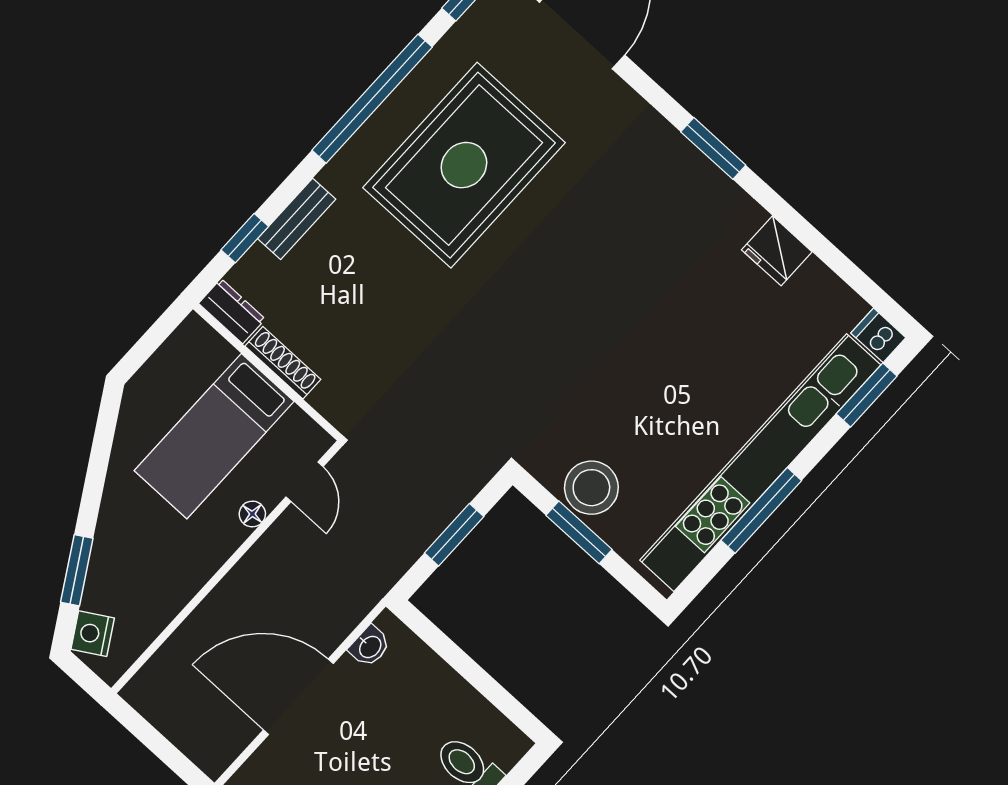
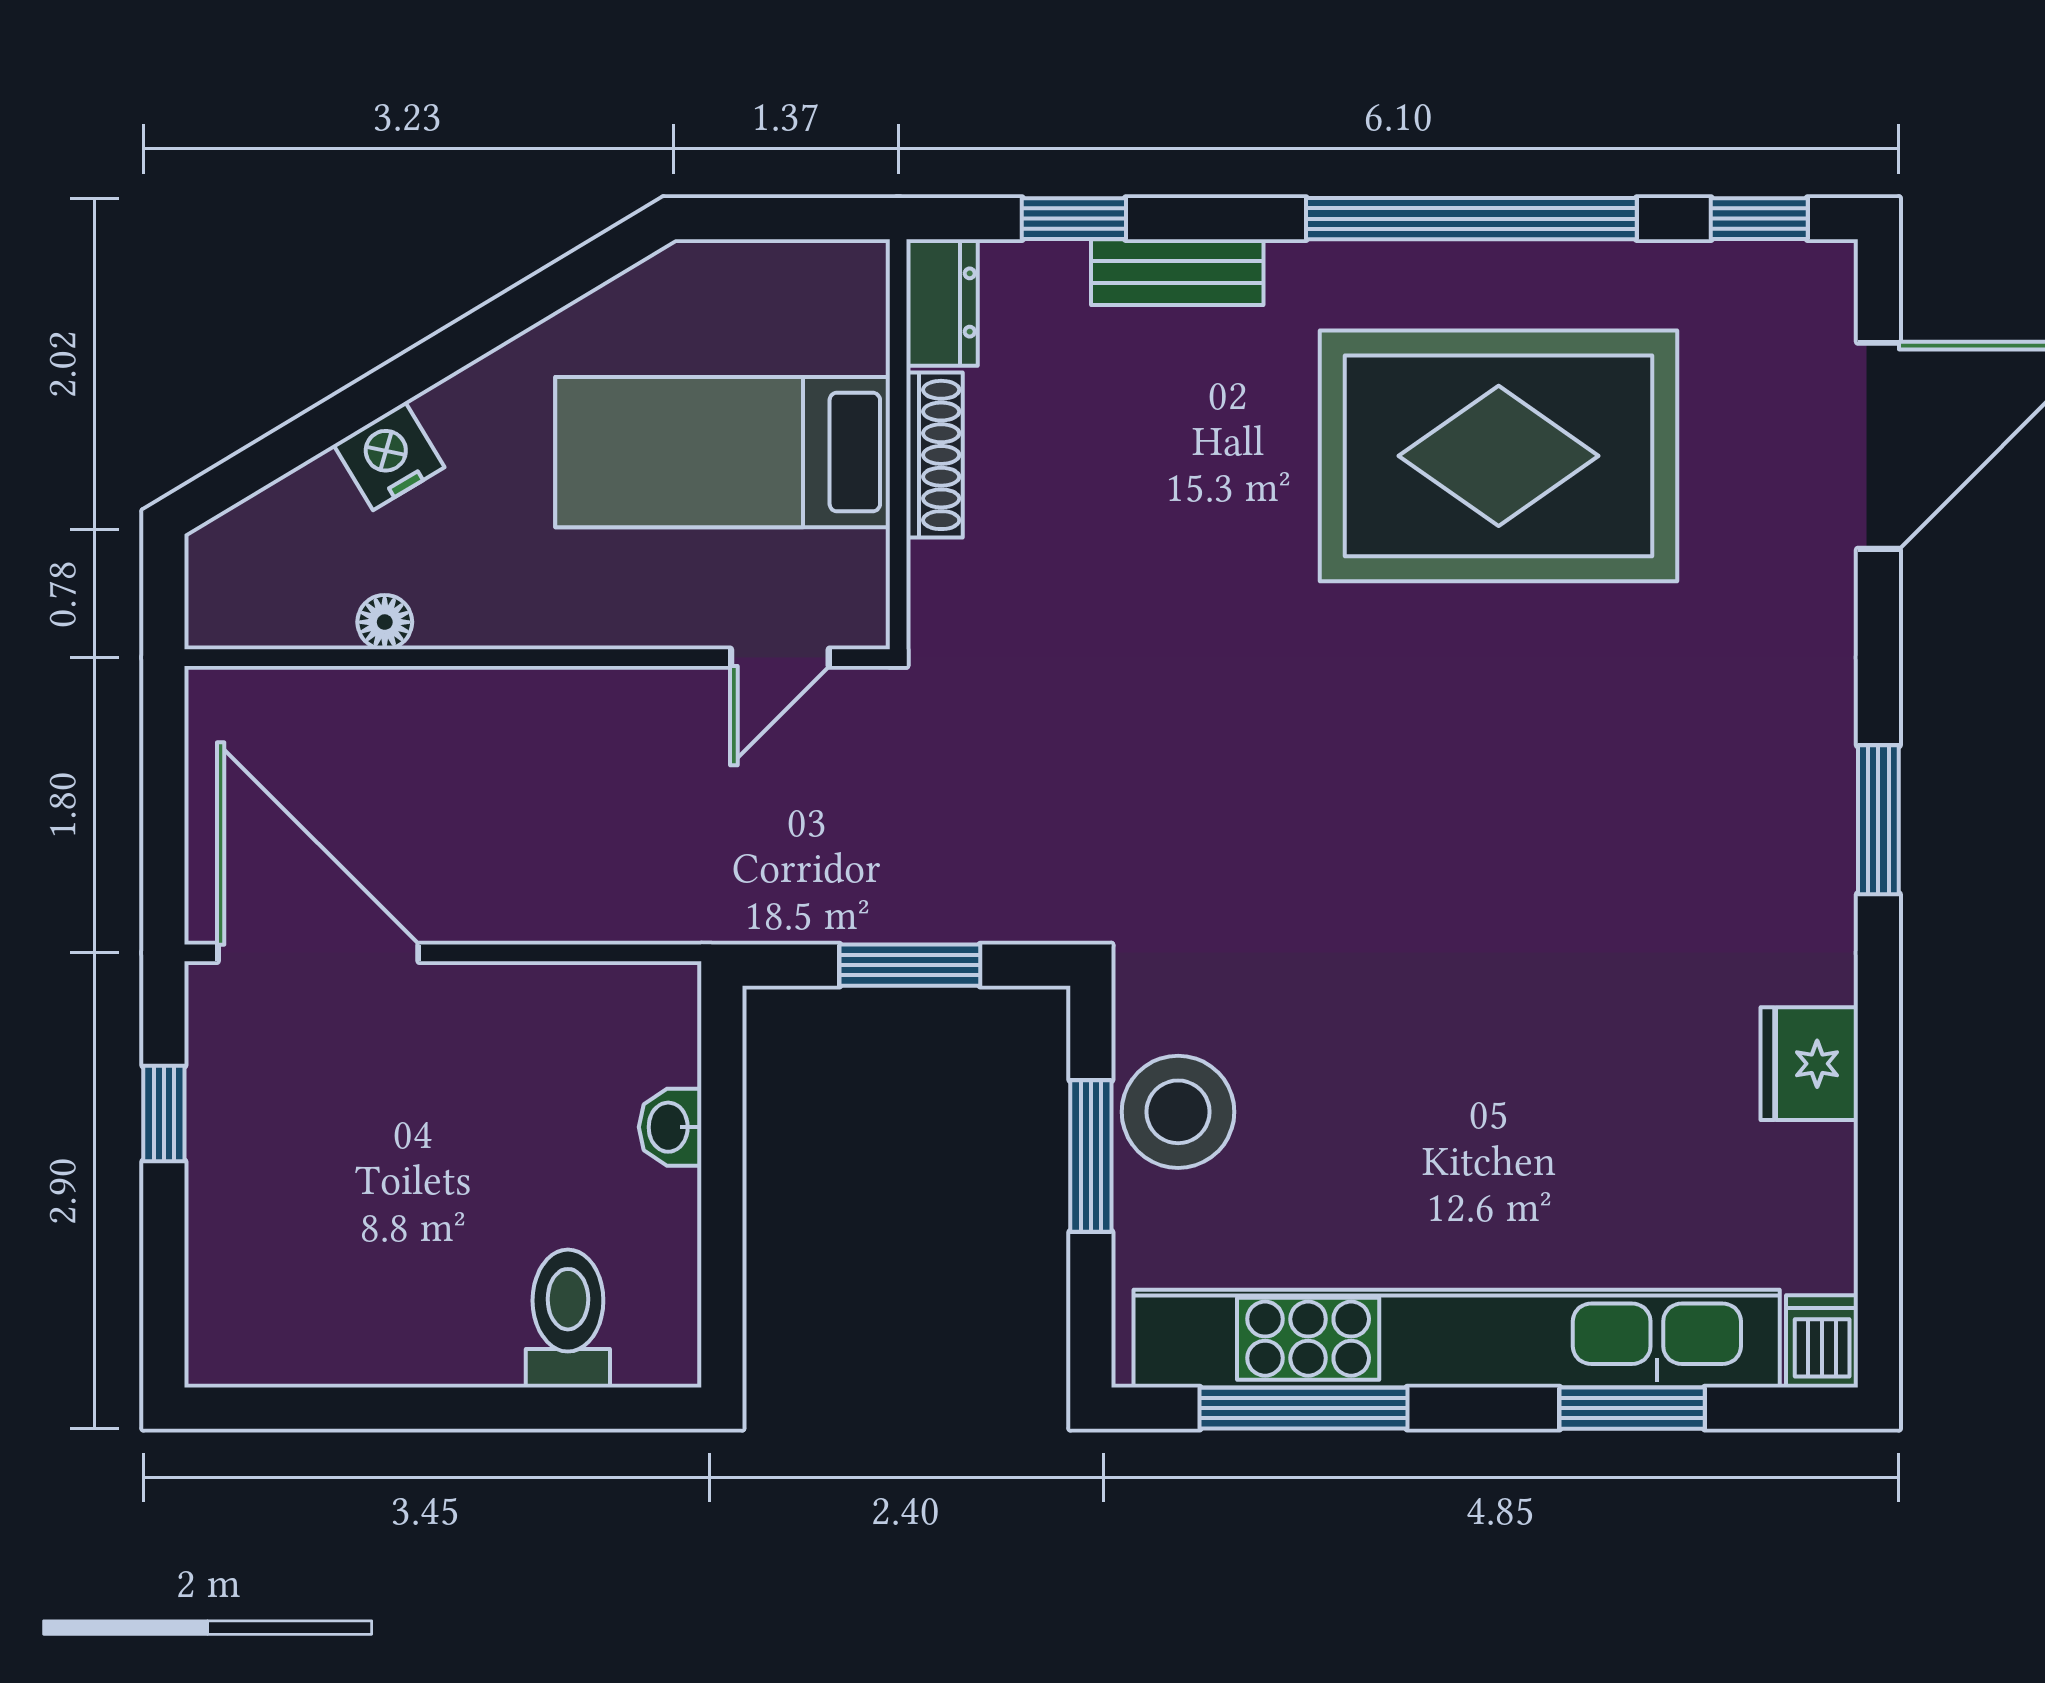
window: (867, 395) -> (1632, 1408), moved
window: (761, 510) -> (1304, 1408), moved
floor lamp: (252, 514) -> (385, 622), moved
window: (77, 570) -> (319, 429), removed
nightstand: (93, 634) -> (389, 456), moved
washbasin: (370, 646) -> (670, 1127), moved, turned 90
door: (298, 697) -> (318, 953), moved

